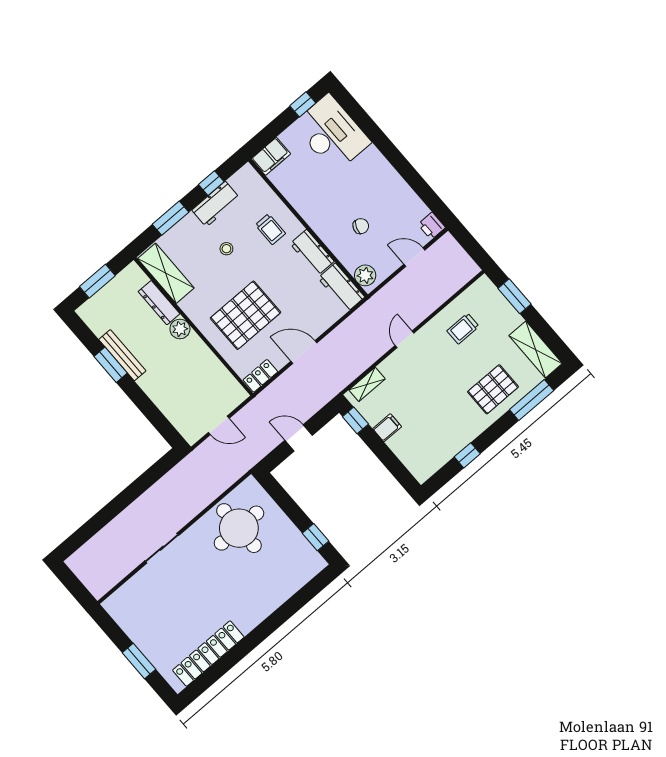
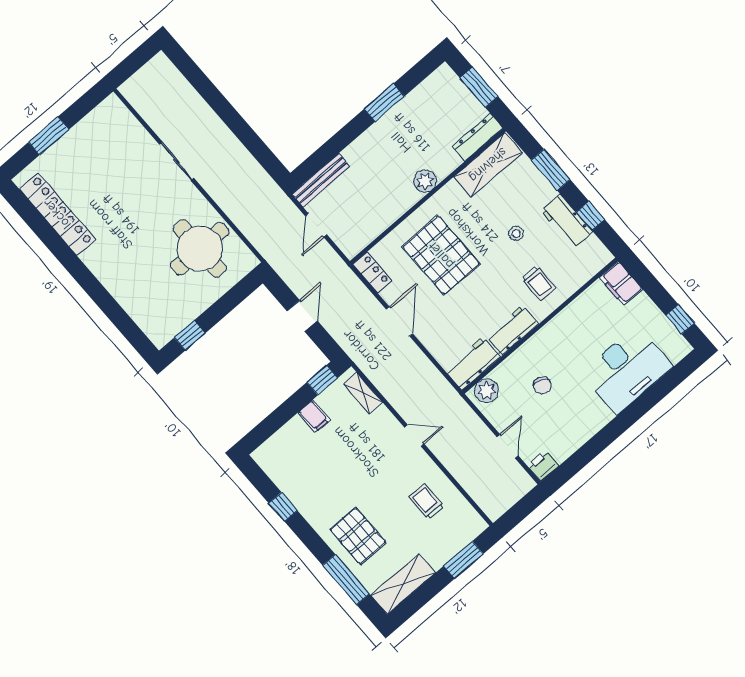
desk: (332, 133) -> (627, 370), moved
trolley: (270, 229) -> (538, 283), turned -90
dresser: (159, 303) -> (478, 137), moved
bench: (122, 355) -> (321, 180), moved

